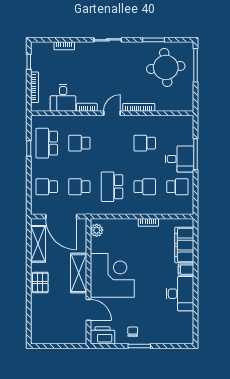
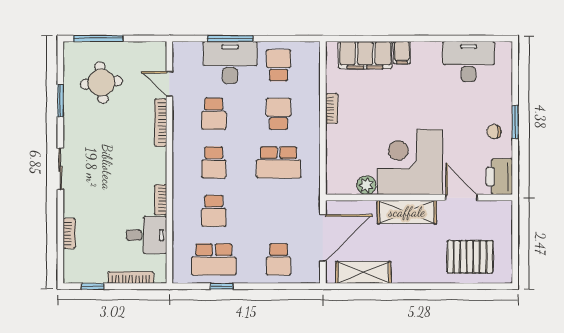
round table: (166, 67) -> (101, 83), width x0.73, depth x0.73
door: (112, 113) -> (169, 84), moved
desk: (179, 159) -> (230, 62), width x1.37
school desk: (79, 187) -> (214, 162), moved
plant: (97, 230) -> (367, 185), moved
pallet: (40, 282) -> (470, 257), moved, width x1.50, depth x1.42
desk: (180, 294) -> (469, 62), moved
door: (88, 310) -> (462, 198), hinge flipped

